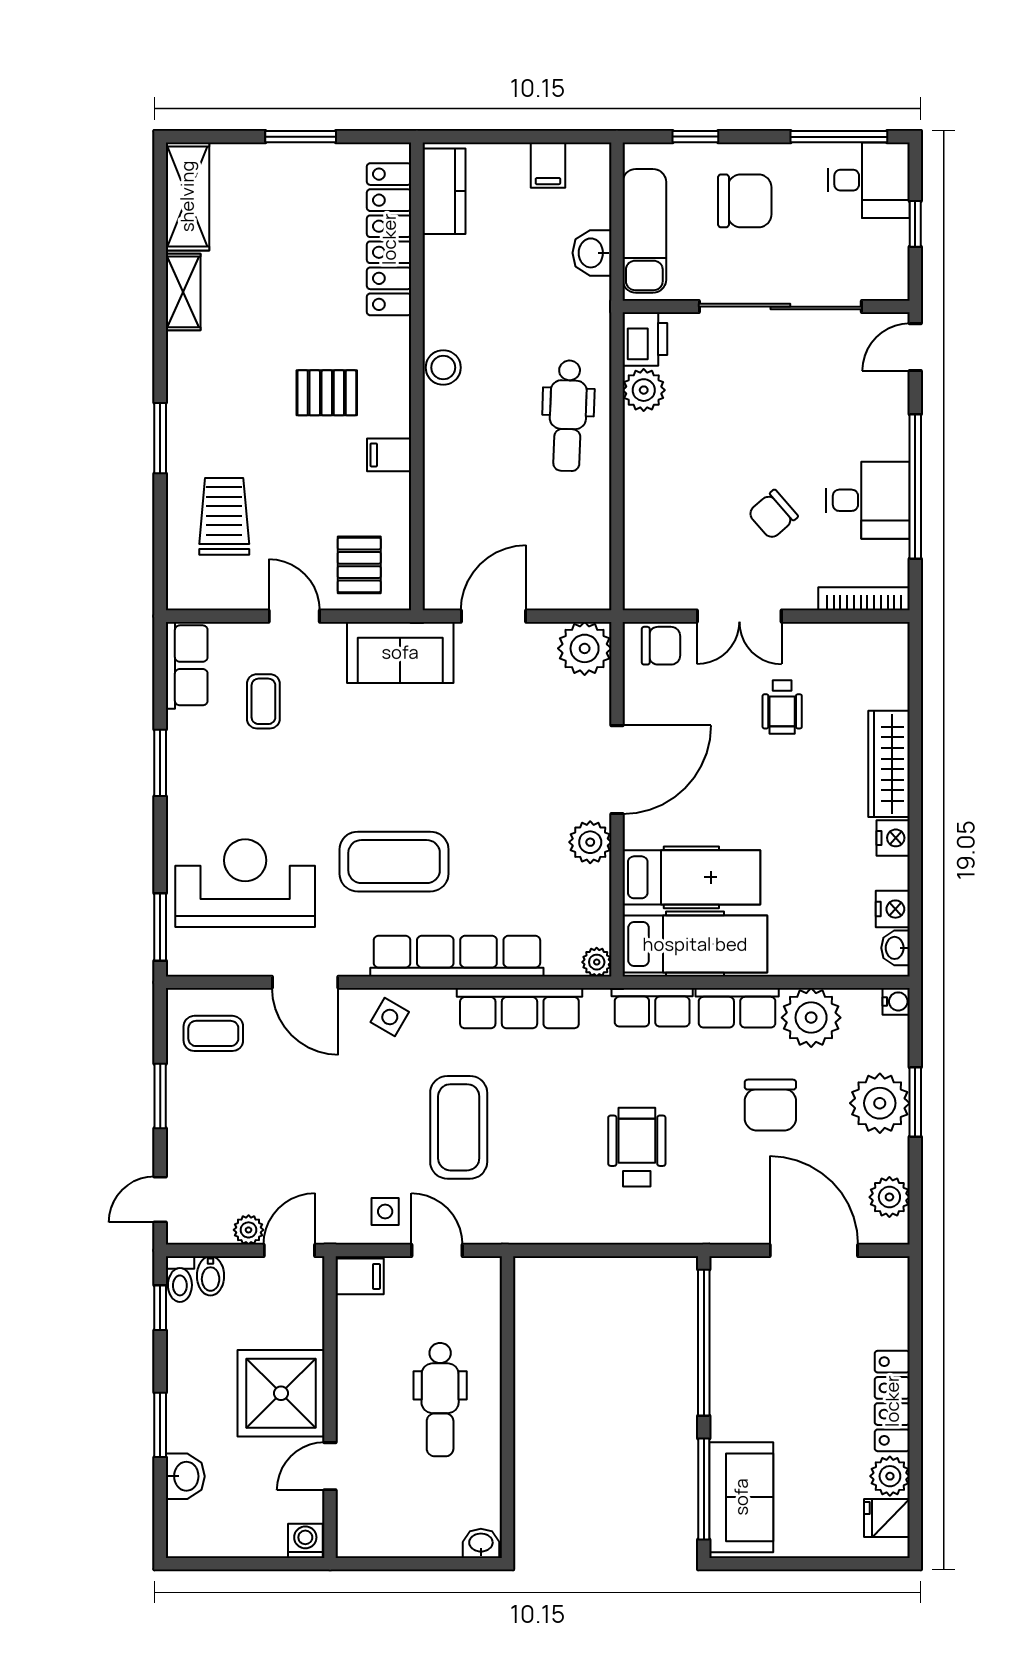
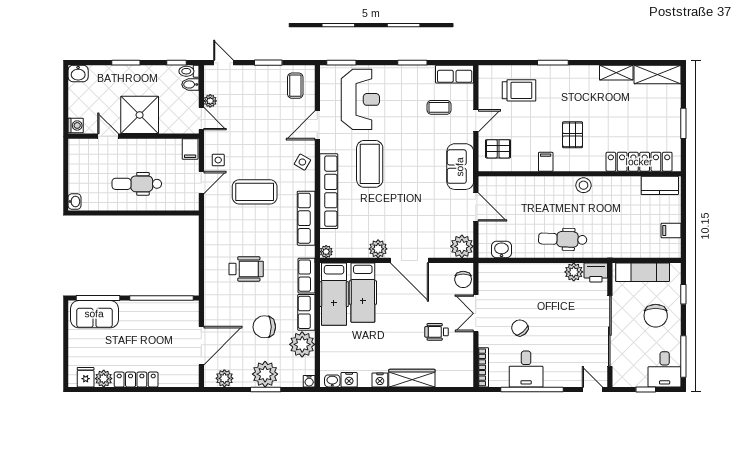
washbasin: (592, 253) -> (501, 250), moved
washbasin: (185, 1476) -> (78, 73), moved

